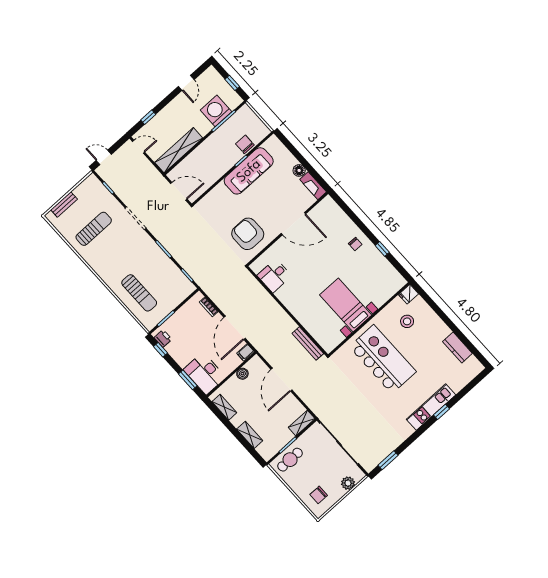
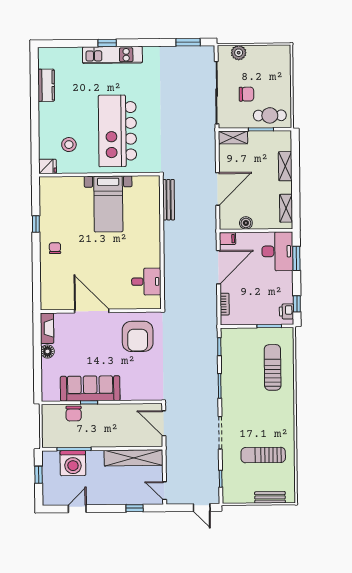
chair: (319, 495) -> (246, 94), moved

